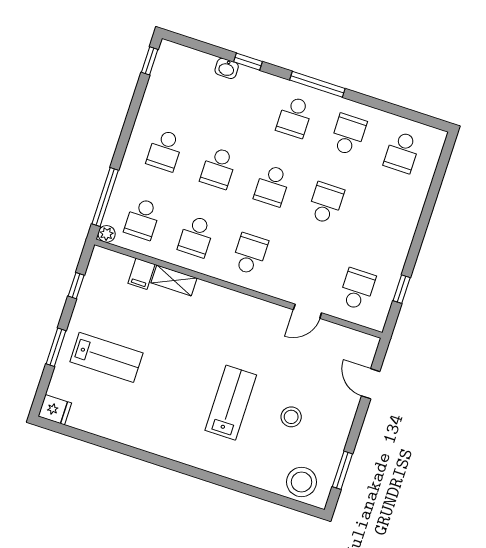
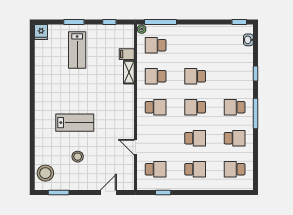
washbasin: (227, 68) -> (248, 40), moved
school desk: (165, 150) -> (195, 169), moved, turned 180

